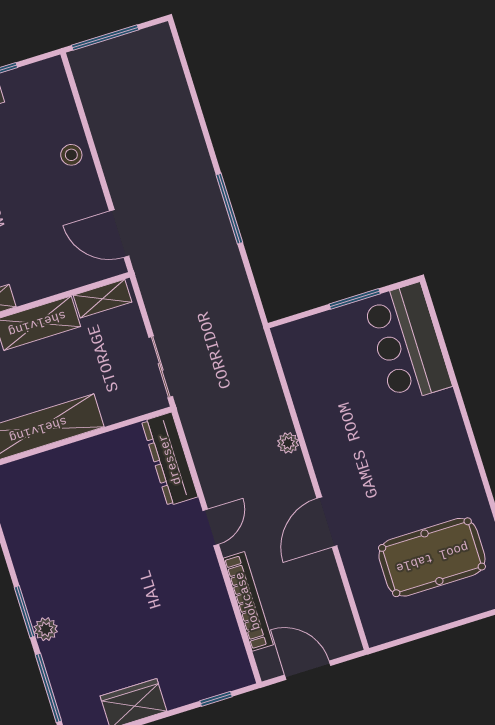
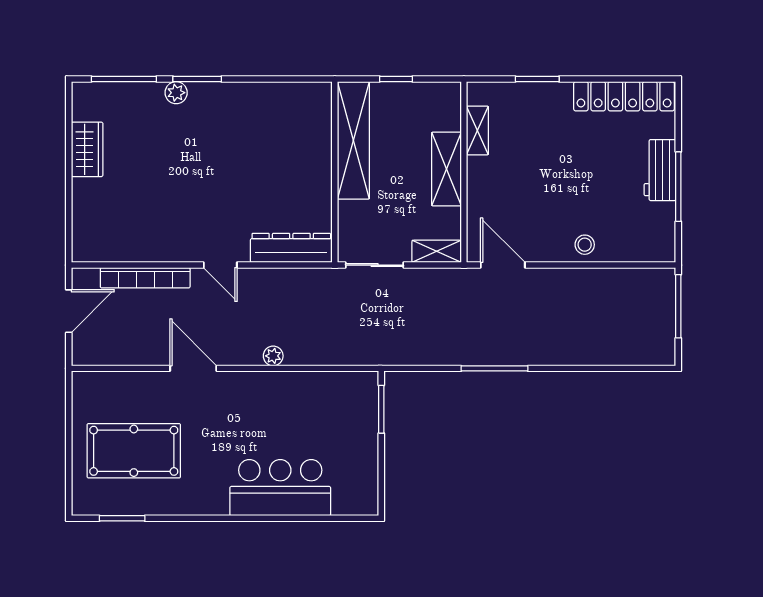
door: (119, 234) -> (503, 265), hinge flipped
shelving: (103, 299) -> (437, 251), moved, turned 90
window: (355, 299) -> (381, 409), moved
bar counter: (407, 343) -> (280, 488), moved
pool table: (432, 557) -> (134, 451), turned 90
window: (216, 699) -> (69, 223), removed

